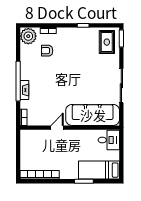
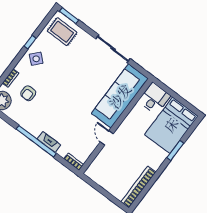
side table: (75, 38) -> (36, 59), added
bed: (99, 170) -> (171, 125), width x1.50

